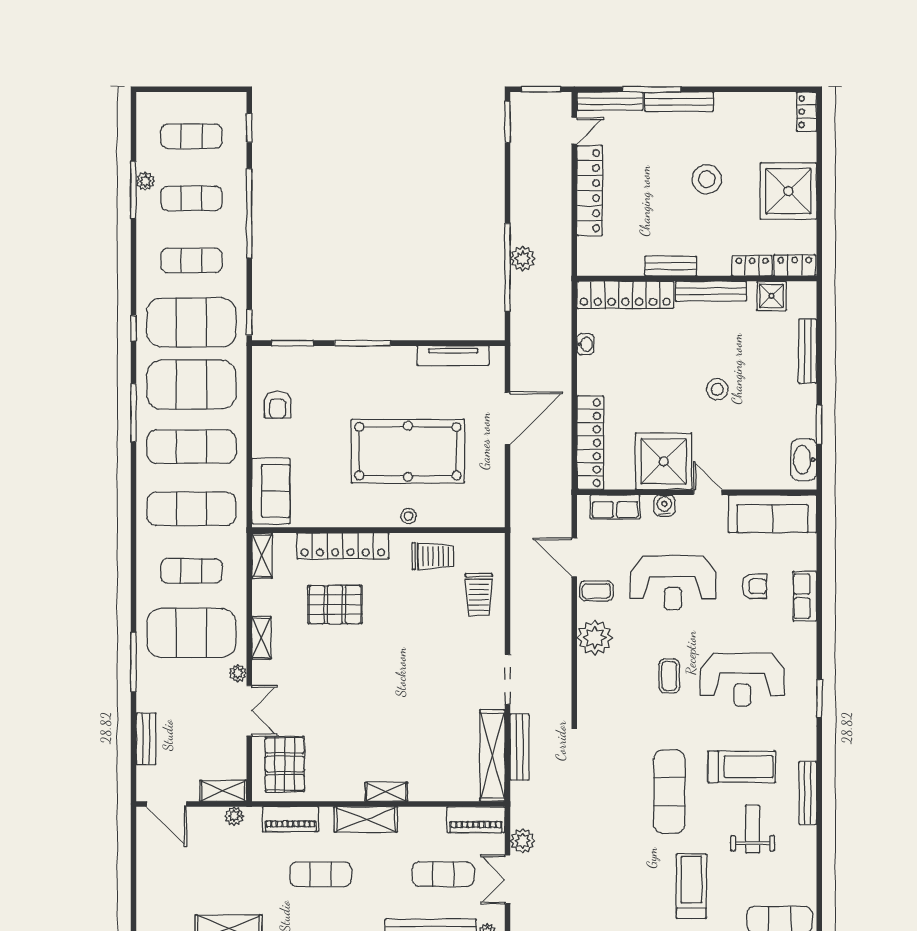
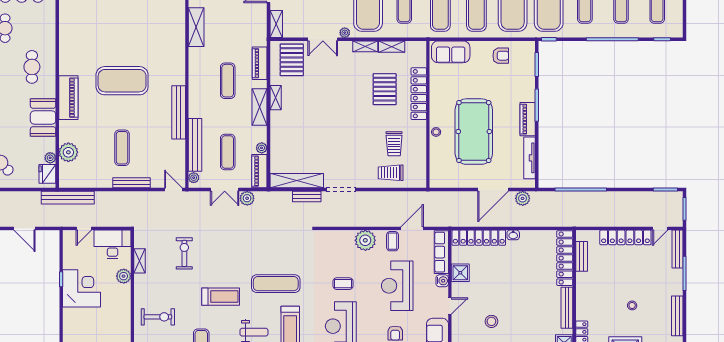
bench: (679, 102) -> (677, 316), moved
door: (574, 131) -> (660, 228), hinge flipped
stool: (707, 179) -> (632, 305), width x0.53, depth x0.53
plant: (523, 258) -> (523, 198), moved
bench: (671, 266) -> (582, 256), moved
washbasin: (585, 344) -> (513, 235), moved
piano: (387, 359) -> (528, 119), added
stool: (717, 389) -> (491, 321), moved
armchair: (277, 405) -> (501, 56), turned 180
door: (508, 418) -> (493, 190), hinge flipped
shower: (664, 461) -> (460, 273), width x0.54, depth x0.54
row of seats: (615, 507) -> (441, 252), width x1.48
shelving: (262, 556) -> (392, 47), moved
trolley: (433, 556) -> (394, 144), moved
bench: (520, 747) -> (307, 197), width x0.73
pallet: (285, 764) -> (292, 60), turned 90
shelving: (386, 792) -> (276, 98), moved
plant: (234, 816) -> (262, 148), moved
double door: (508, 879) -> (225, 190), swing flipped

